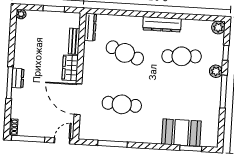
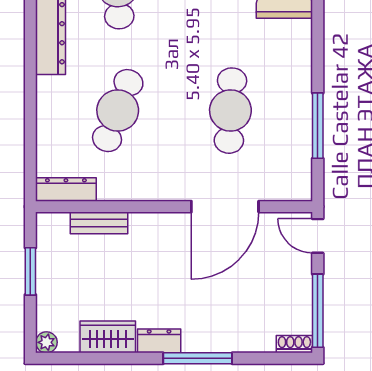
wardrobe: (70, 68) -> (108, 337), moved, turned 180
dresser: (18, 78) -> (159, 341), moved

